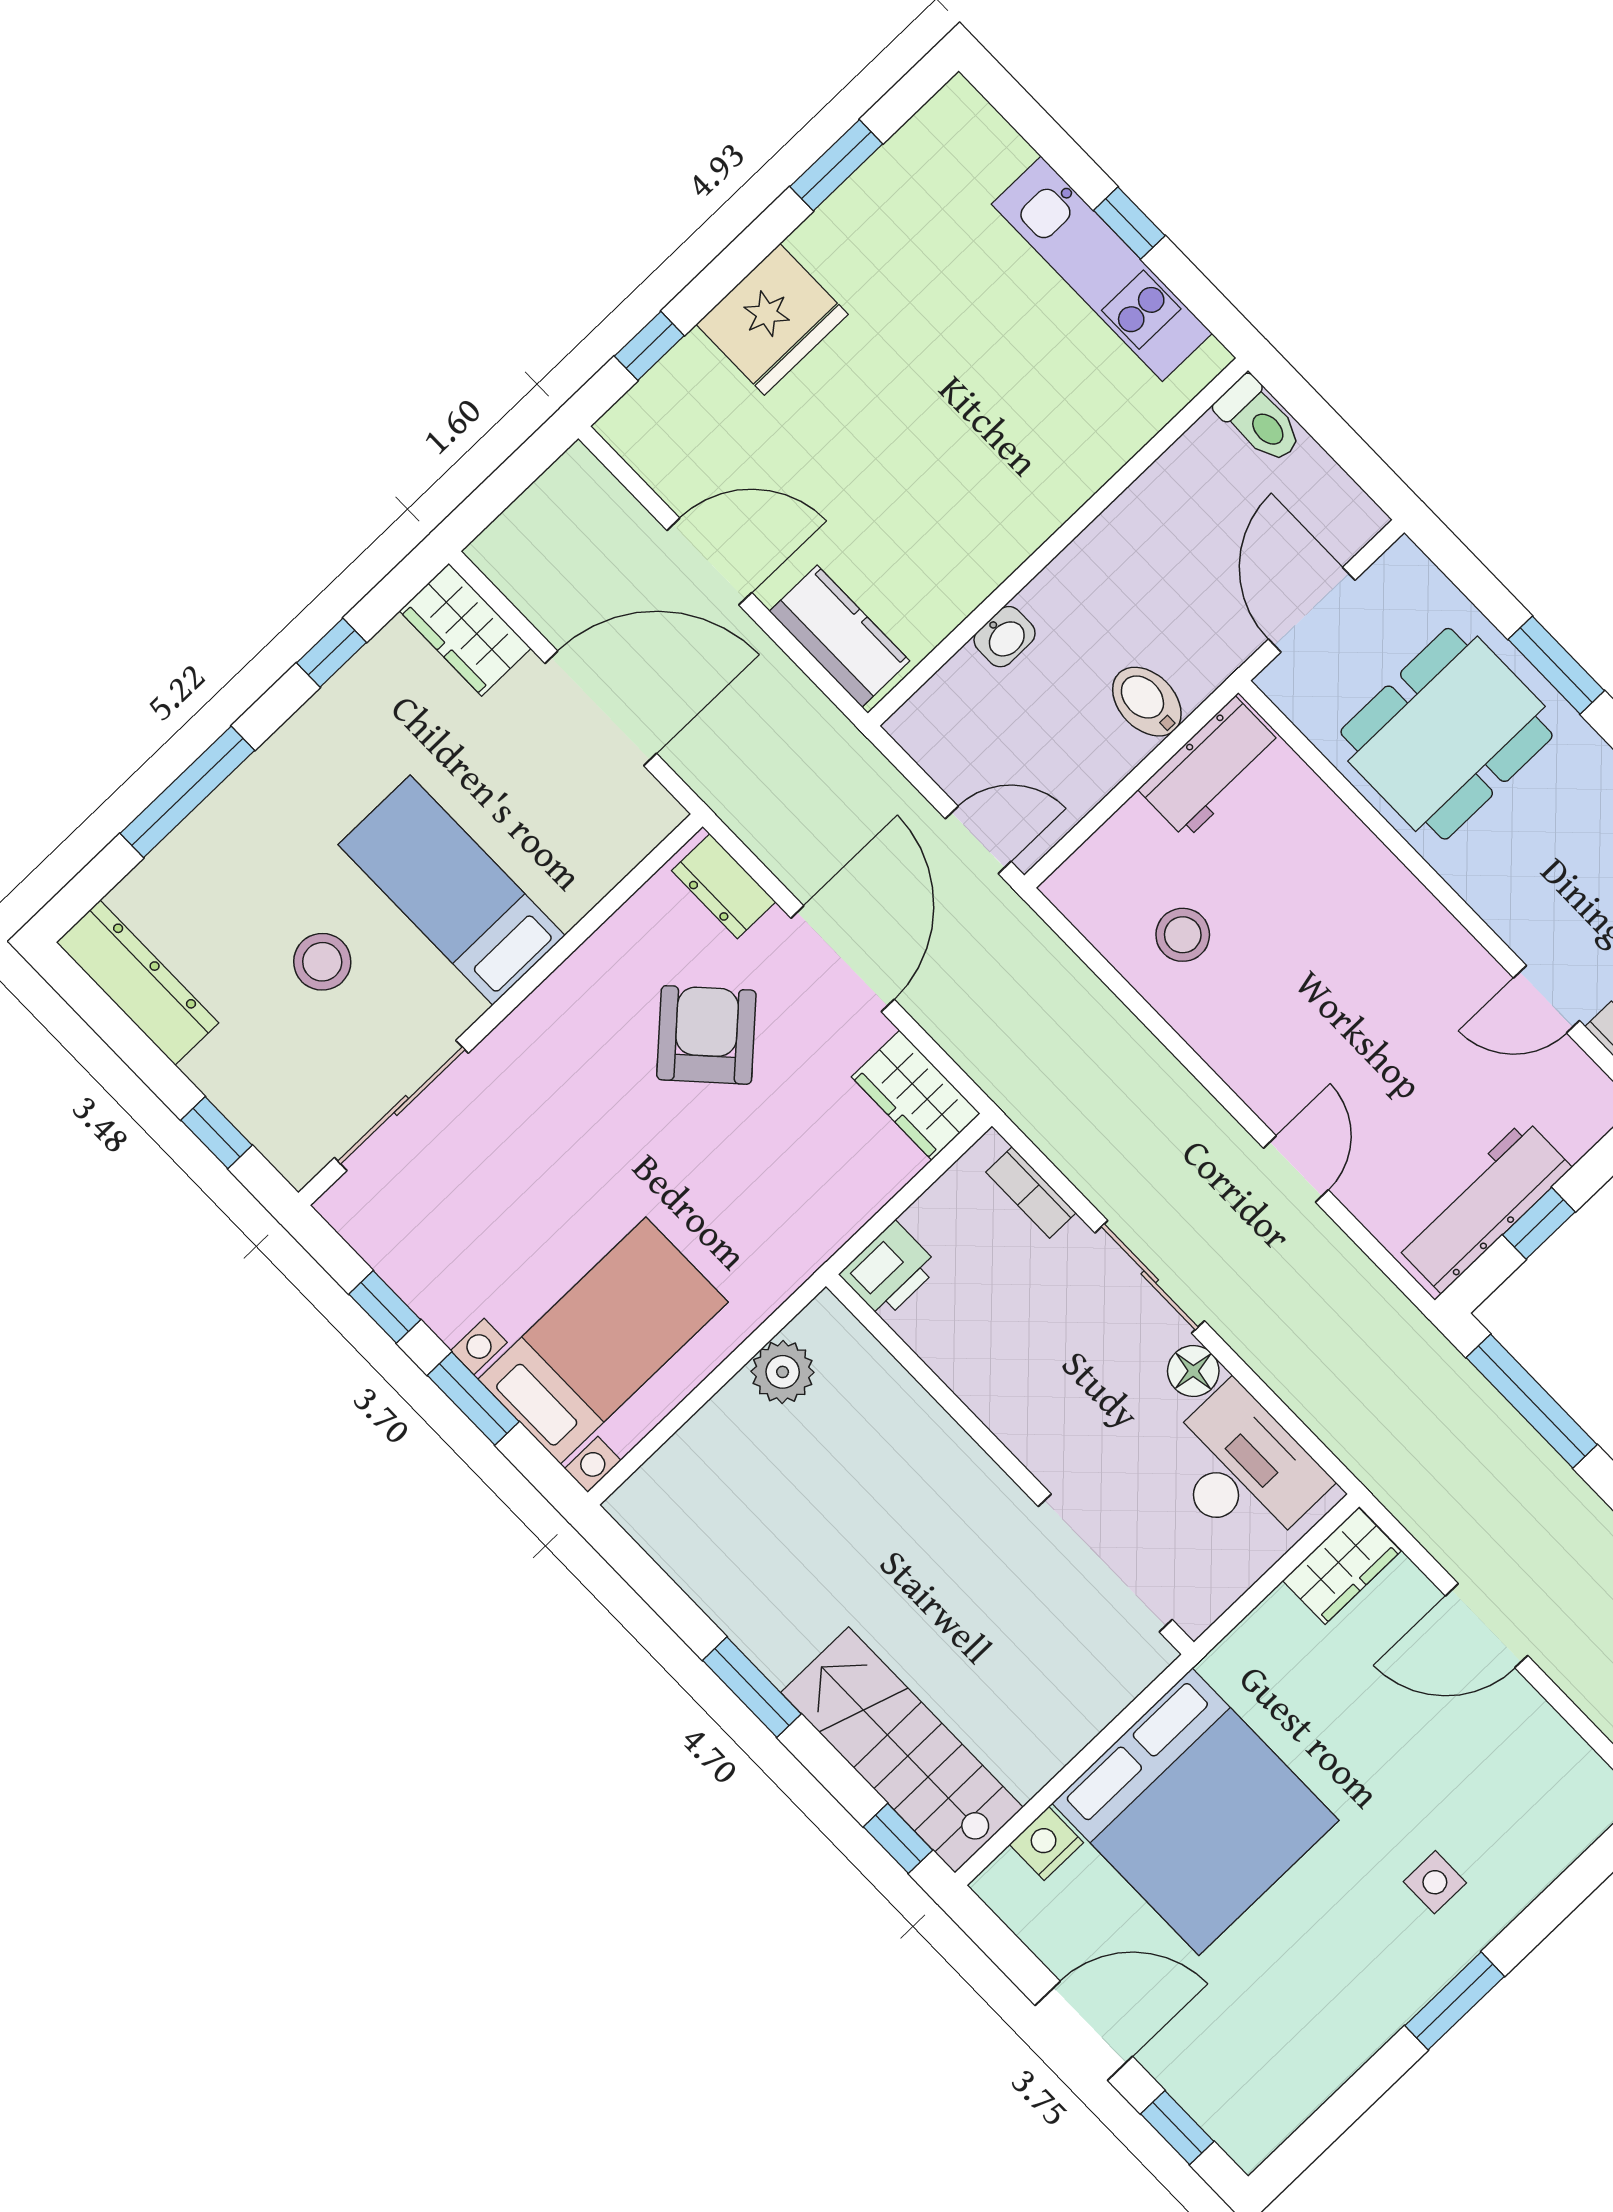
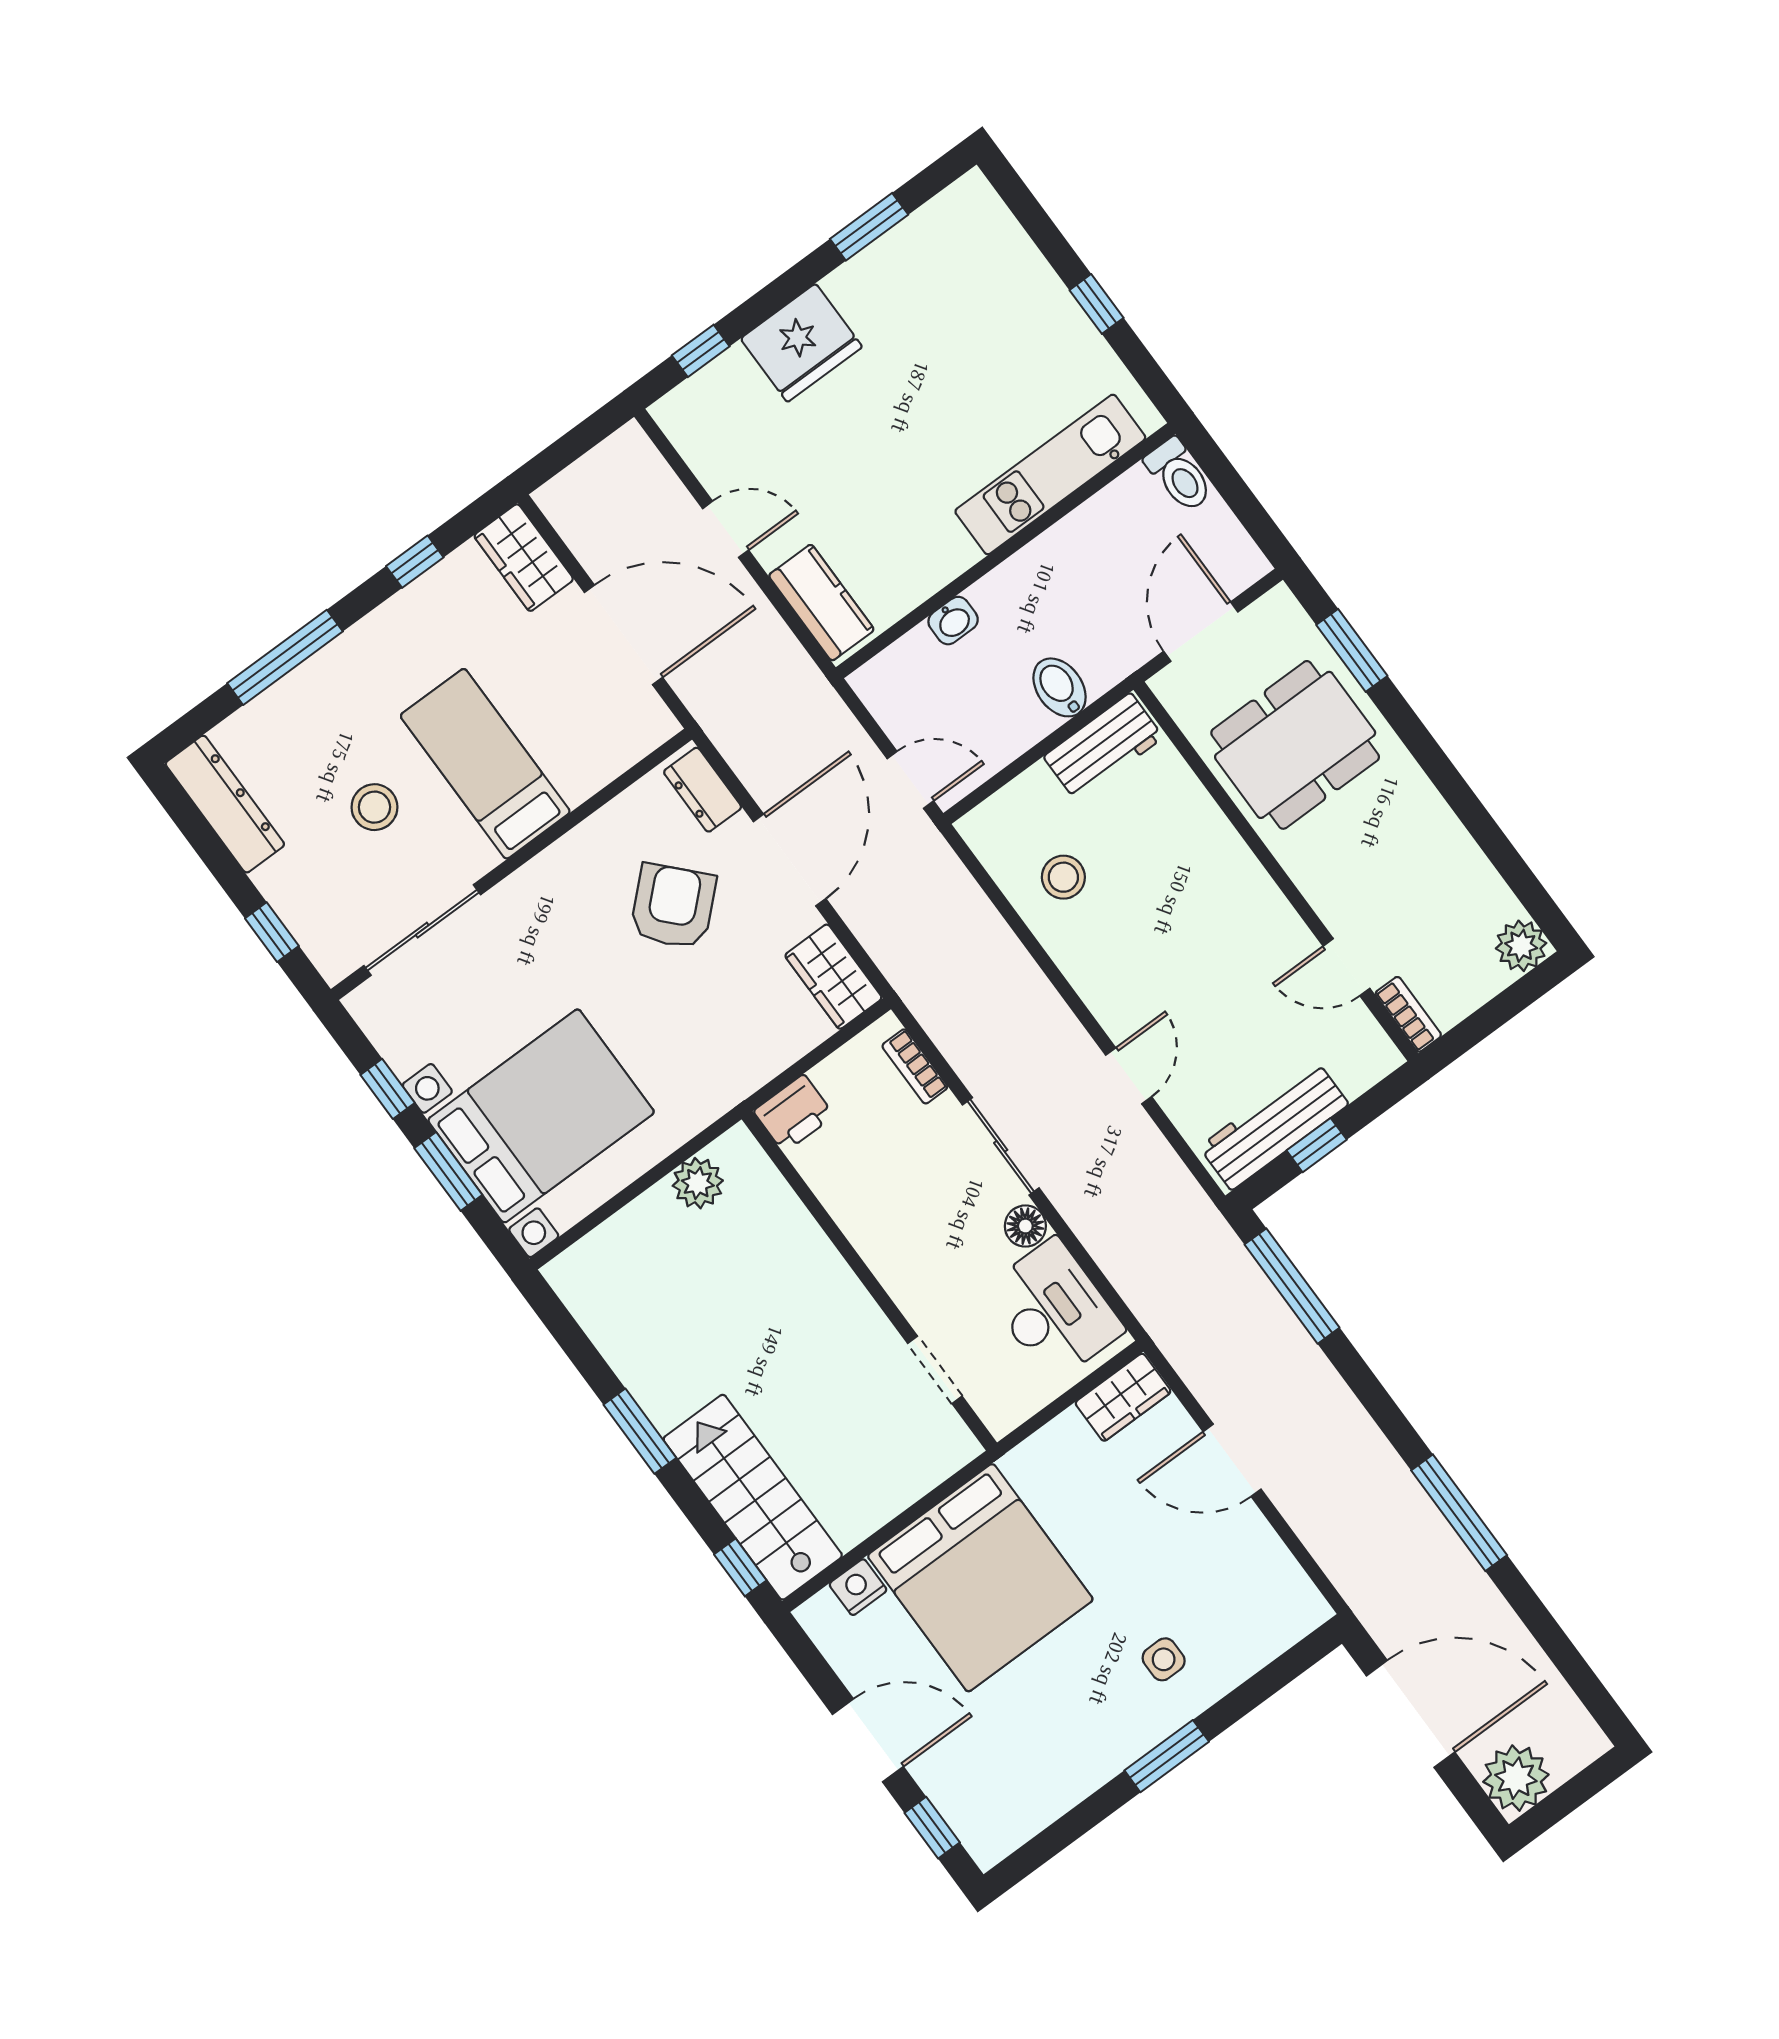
kitchen unit: (1102, 269) -> (1050, 475), moved, turned 90
door: (709, 562) -> (726, 529), width x0.73
window: (1556, 665) -> (1352, 650), moved
bed with nightstands: (603, 1341) -> (541, 1116), width x1.36
doorway: (1105, 1563) -> (935, 1370), width x0.53

